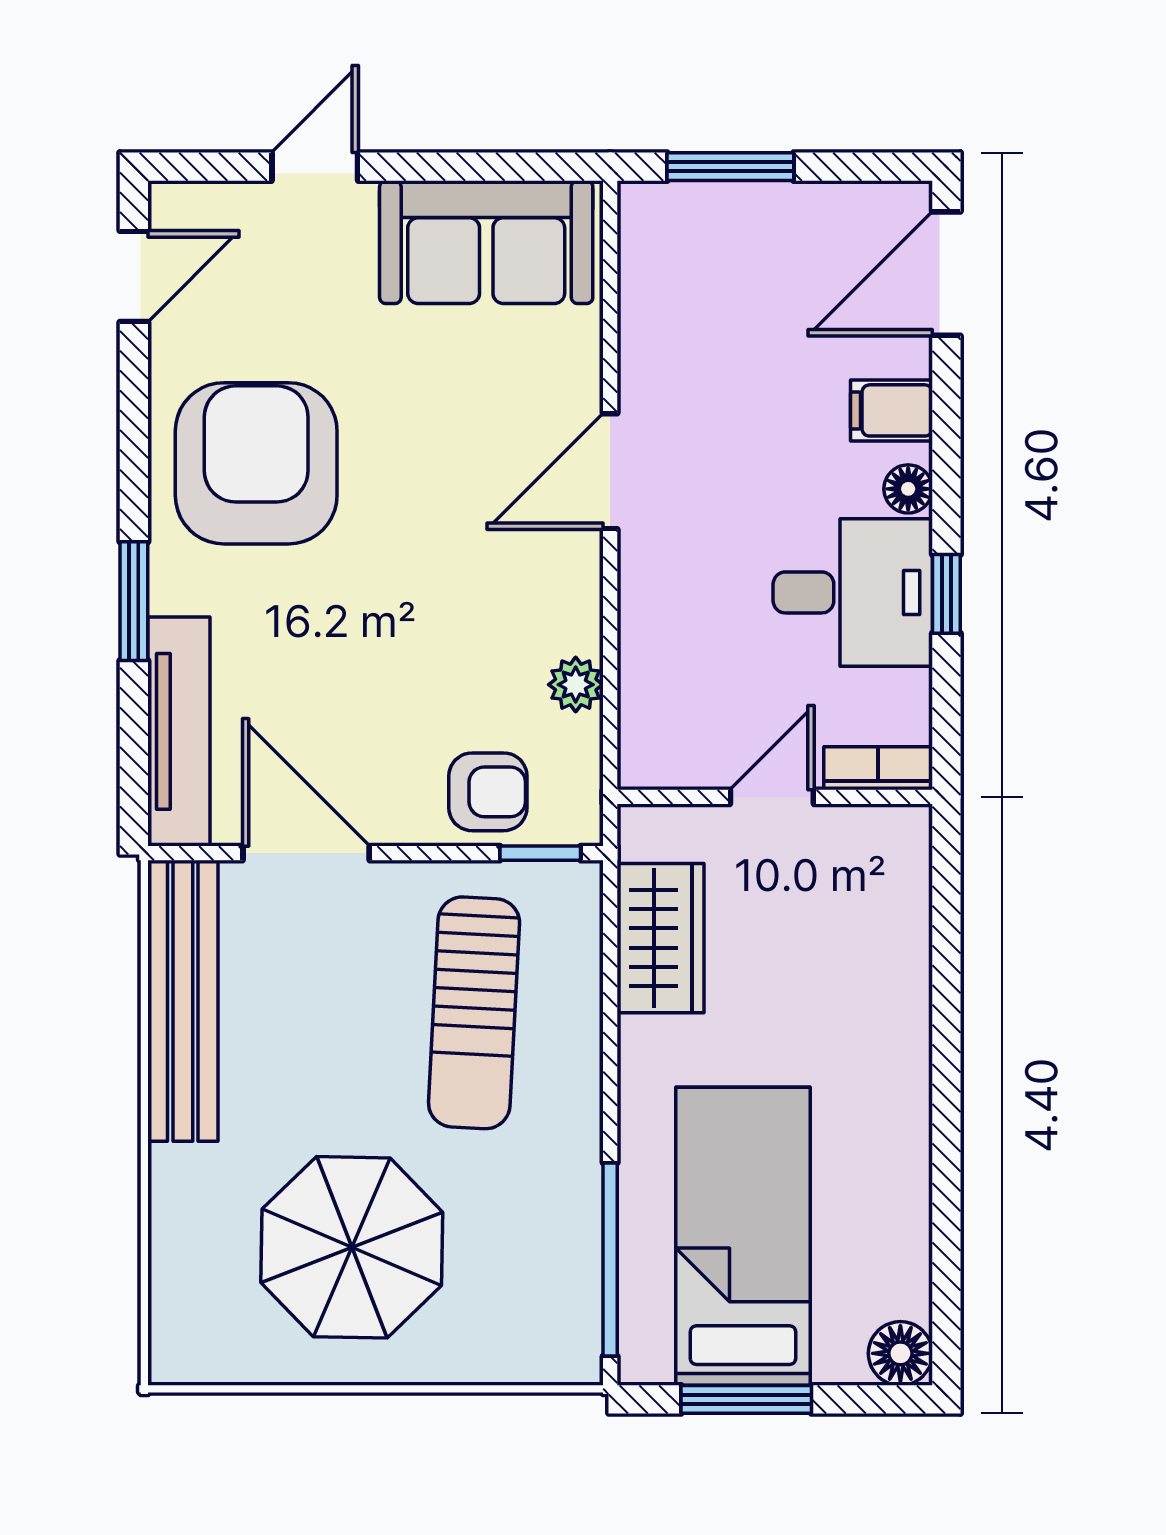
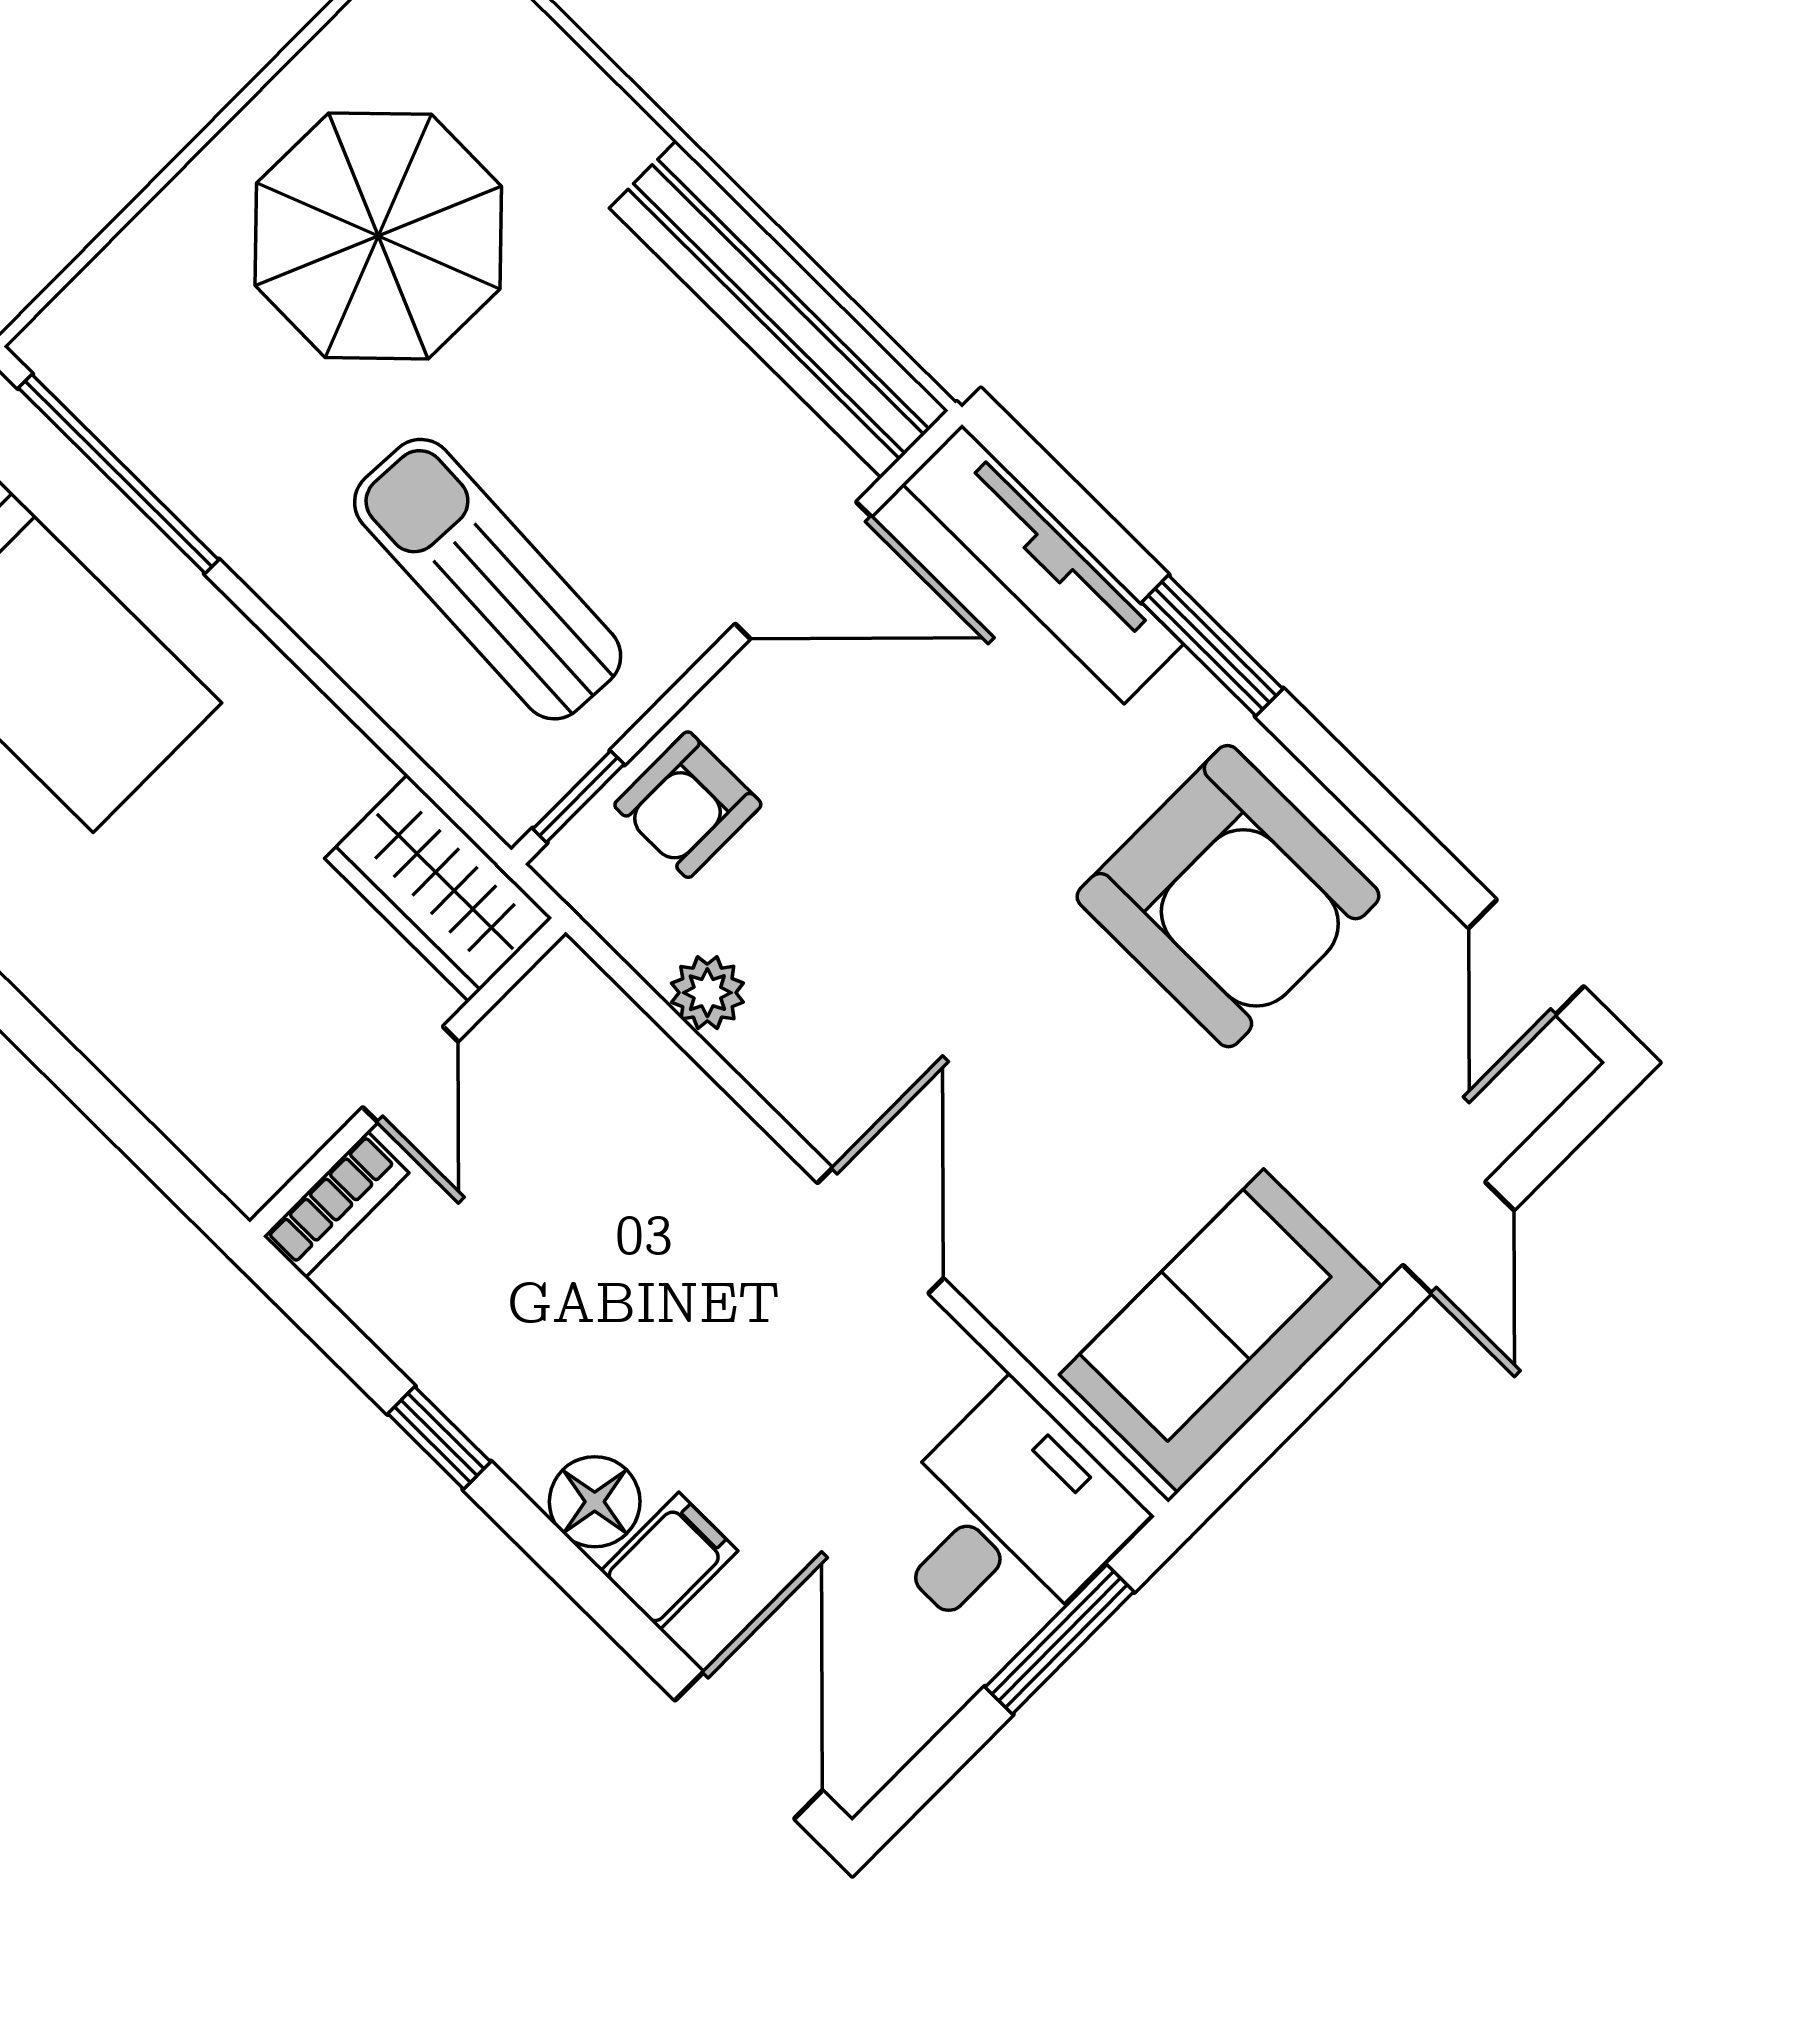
floor lamp: (908, 489) -> (595, 1502), width x1.37, depth x1.37
desk: (853, 592) -> (1005, 1521), moved, turned 180
wardrobe: (661, 938) -> (438, 888), moved

